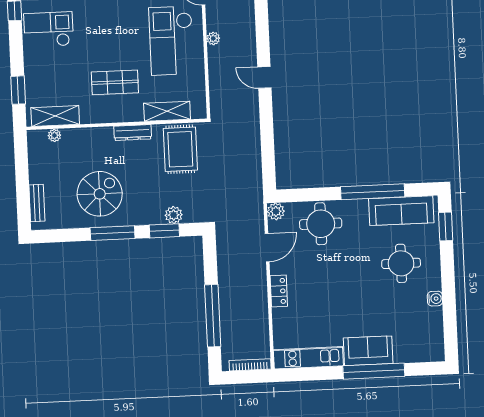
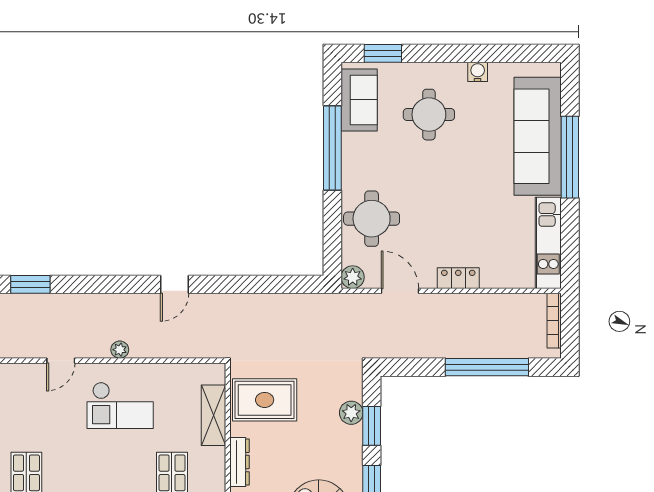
checkout: (171, 41) -> (120, 405), width x0.73, depth x0.83
sofa: (401, 211) -> (359, 100), width x0.73
sofa: (368, 351) -> (538, 136), width x1.85, depth x1.27

